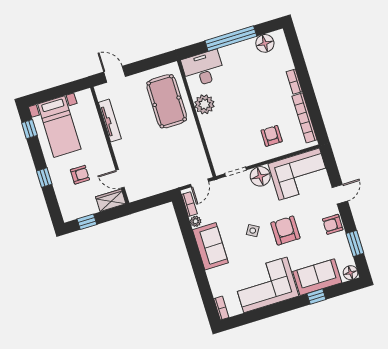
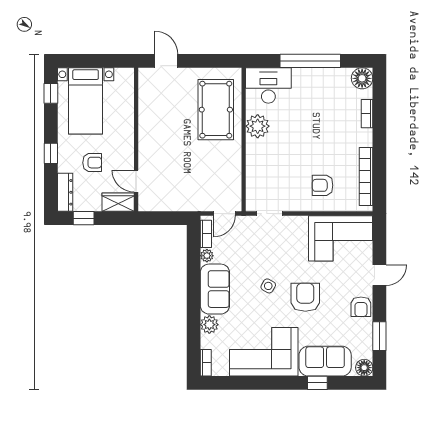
floor lamp: (265, 43) -> (362, 78), moved
bookcase: (294, 82) -> (367, 114), moved
tv unit: (110, 121) -> (145, 112), removed
armchair: (272, 136) -> (323, 185), turned -90
floor lamp: (260, 176) -> (296, 227), removed
dresser: (65, 205) -> (65, 192), added
armchair: (333, 224) -> (361, 307), turned -90
plant: (215, 276) -> (209, 325), added

